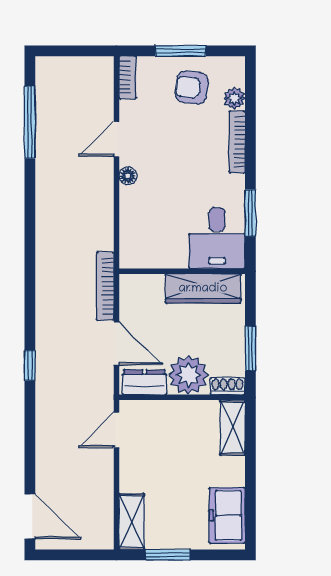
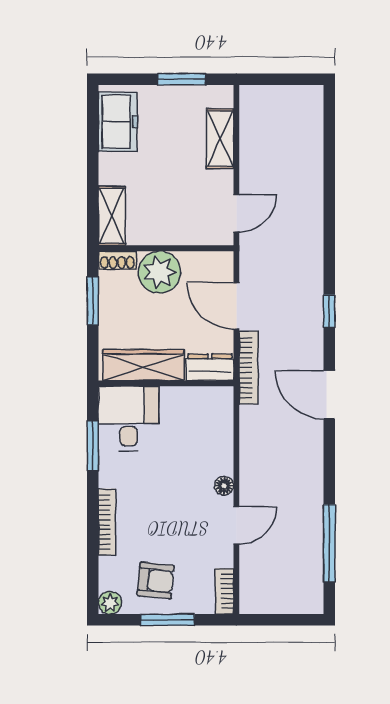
plant: (234, 98) -> (110, 603), moved
window: (30, 365) -> (329, 311), moved
dresser: (144, 382) -> (210, 367), moved, turned 180
door: (30, 516) -> (329, 395), moved
shelving: (132, 522) -> (220, 139), moved

